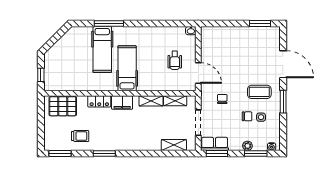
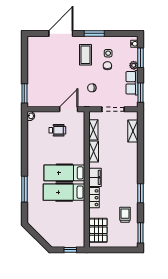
window: (260, 24) -> (24, 93), moved
hospital bed: (102, 50) -> (64, 192), moved, turned 180
row of seats: (215, 144) -> (132, 83), moved

